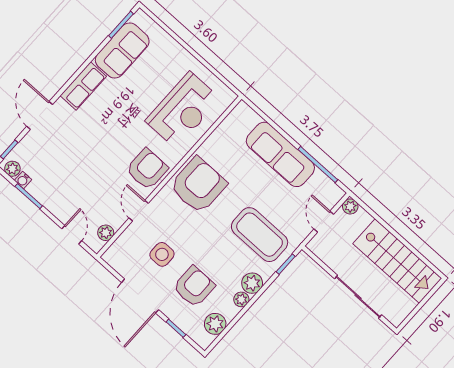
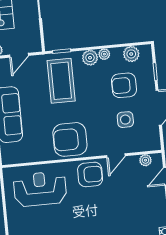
armchair: (147, 169) -> (90, 174), turned 180

